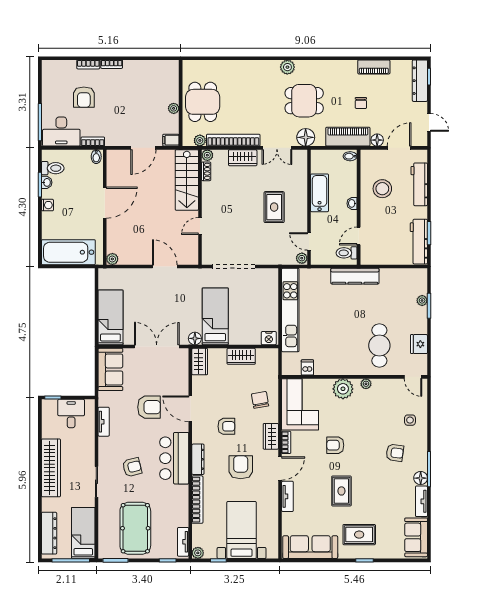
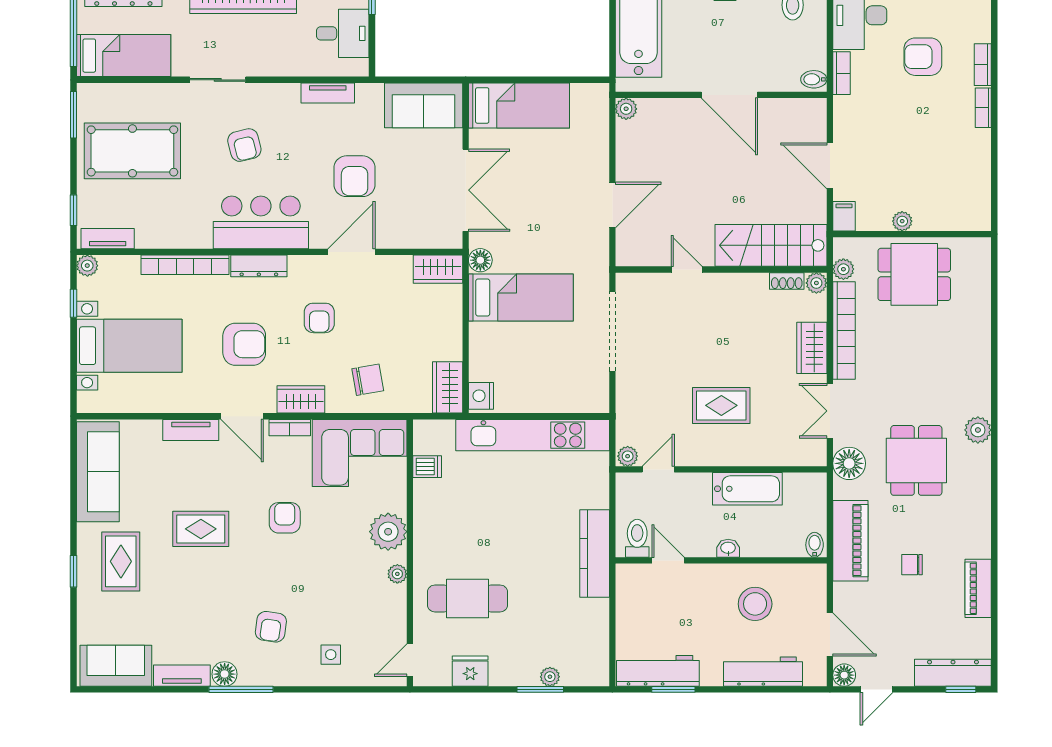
floor lamp: (377, 140) -> (844, 675), moved
wardrobe: (241, 356) -> (448, 387), moved

